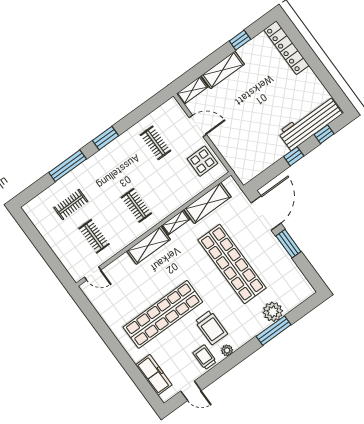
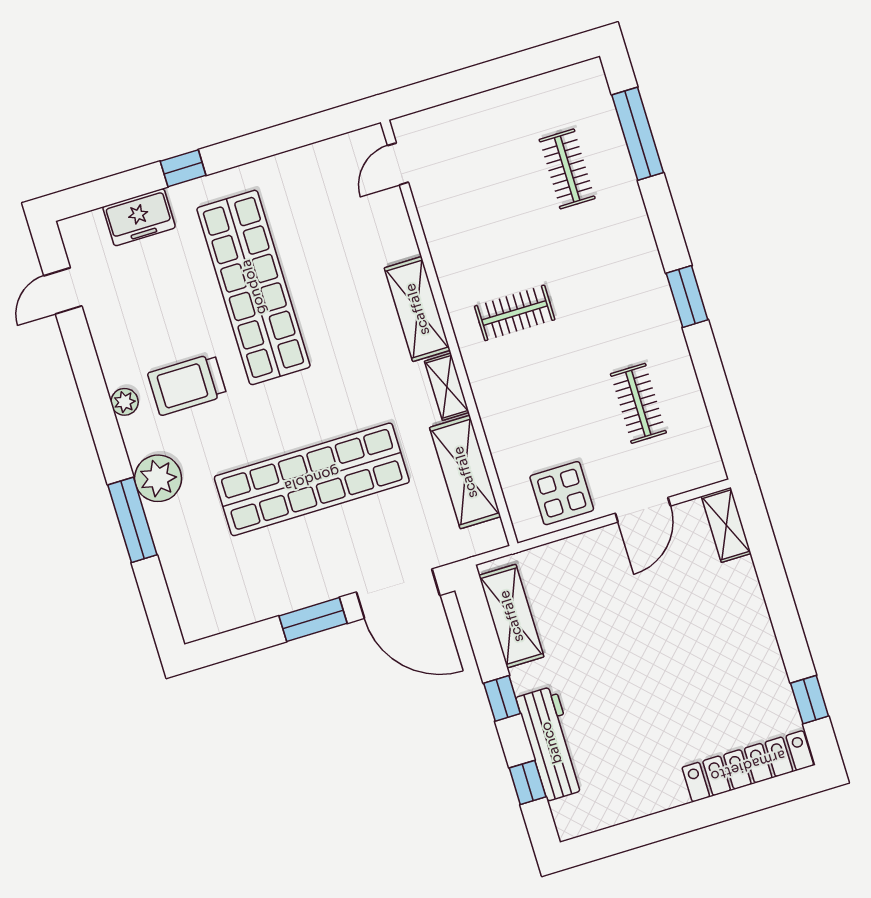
window: (240, 40) -> (810, 700), moved
shelving: (223, 70) -> (511, 616), moved
workbench: (310, 123) -> (551, 743), width x0.73, depth x0.76
clothes rail: (155, 143) -> (638, 403), turned 90
window: (68, 166) -> (638, 134), moved
clothes rail: (94, 236) -> (479, 196), removed
plant: (273, 312) -> (158, 478), moved
trolley: (205, 357) -> (126, 347), removed
window: (125, 360) -> (183, 168), added
freezer: (154, 375) -> (139, 217), width x0.71

